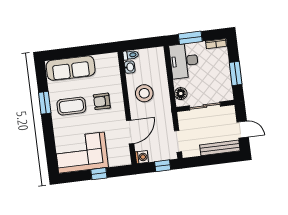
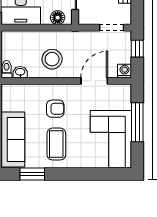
armchair: (102, 101) -> (55, 109), turned -90
window: (45, 103) -> (32, 174), moved
door: (130, 132) -> (94, 81), hinge flipped
window: (99, 174) -> (137, 122), width x2.17

